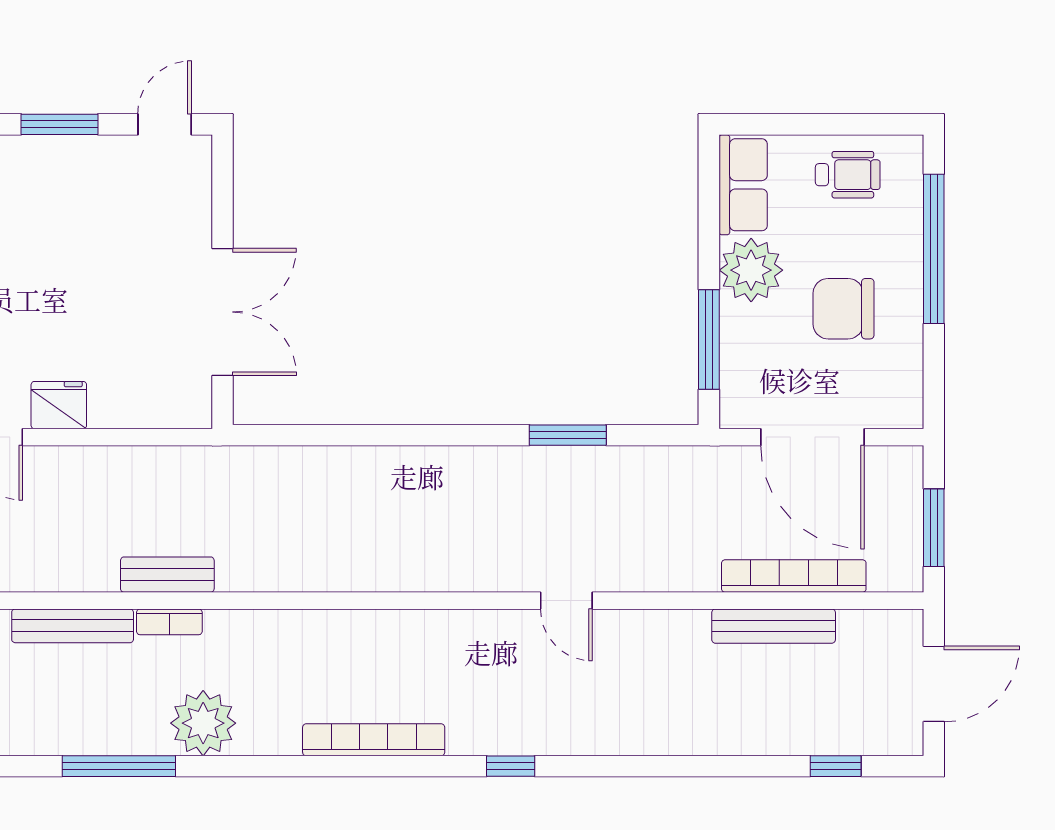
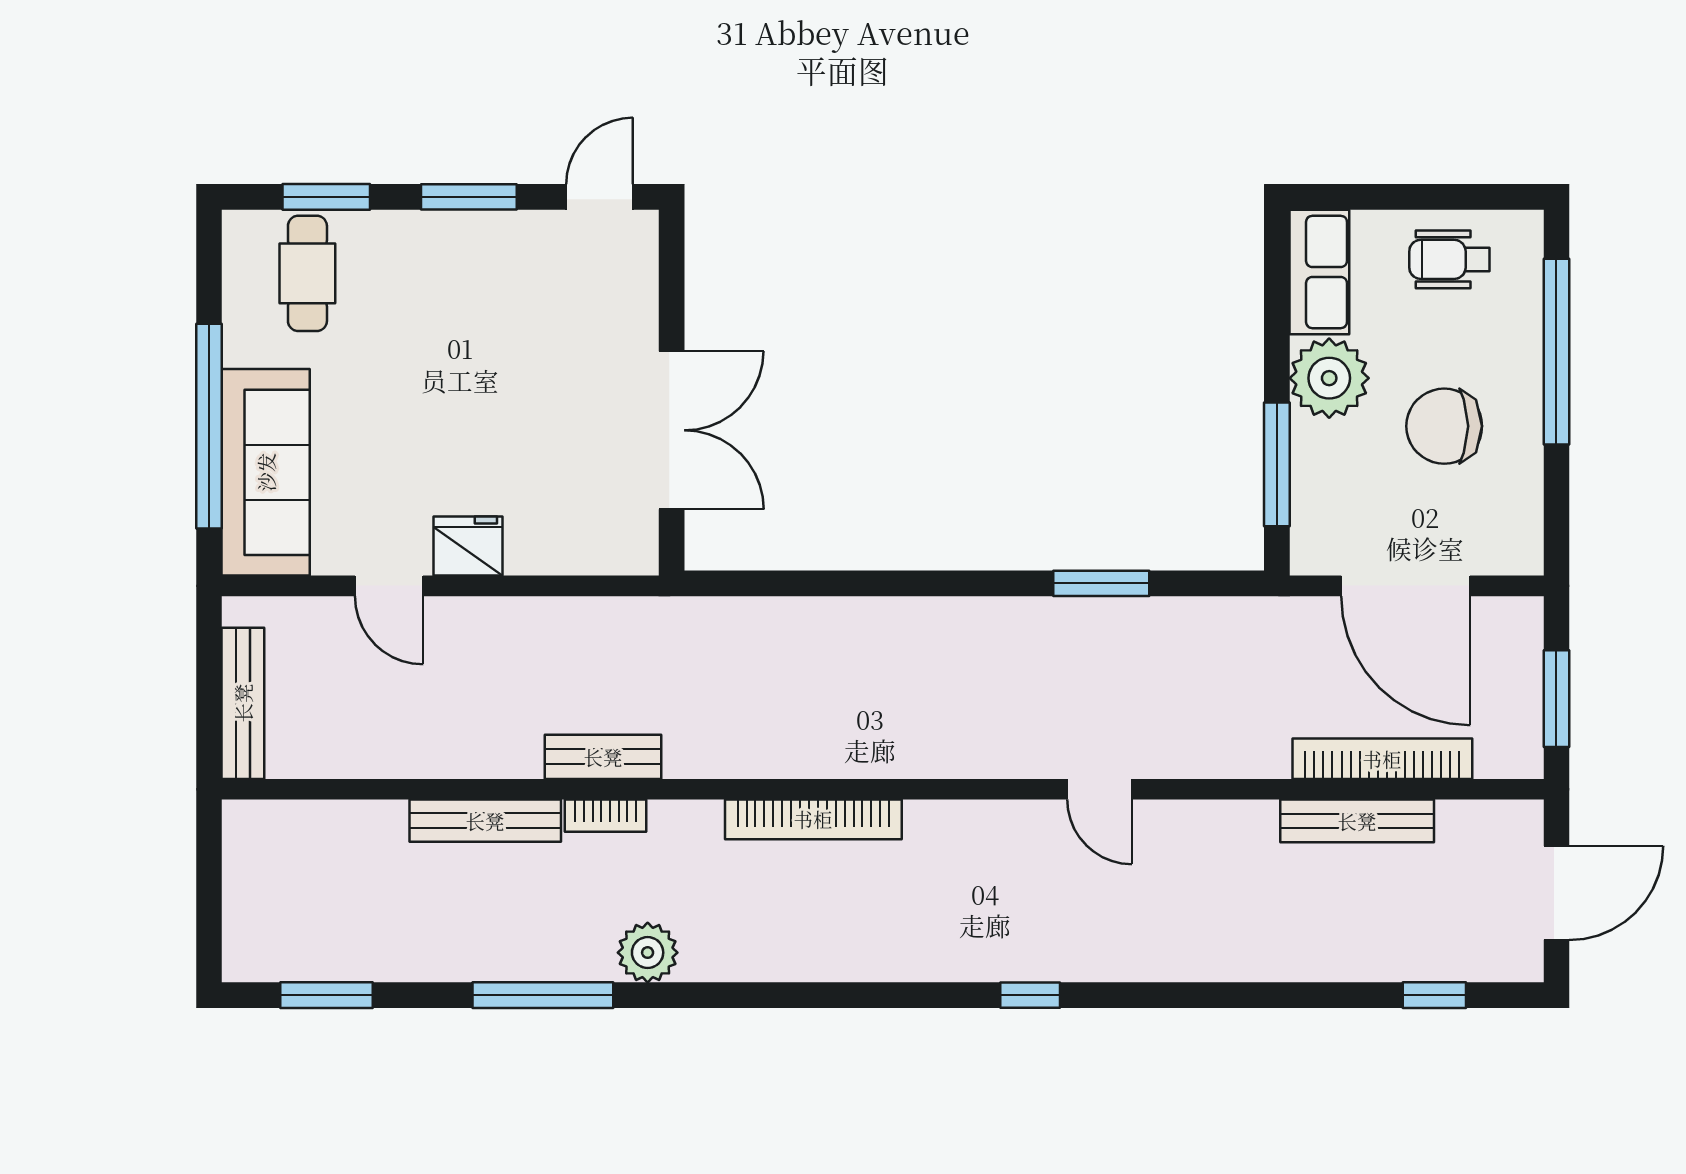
wheelchair: (848, 175) -> (1449, 259), turned 180
plant: (203, 723) -> (648, 953), width x0.73, depth x0.73
bookcase: (374, 740) -> (813, 819), moved, turned 180

